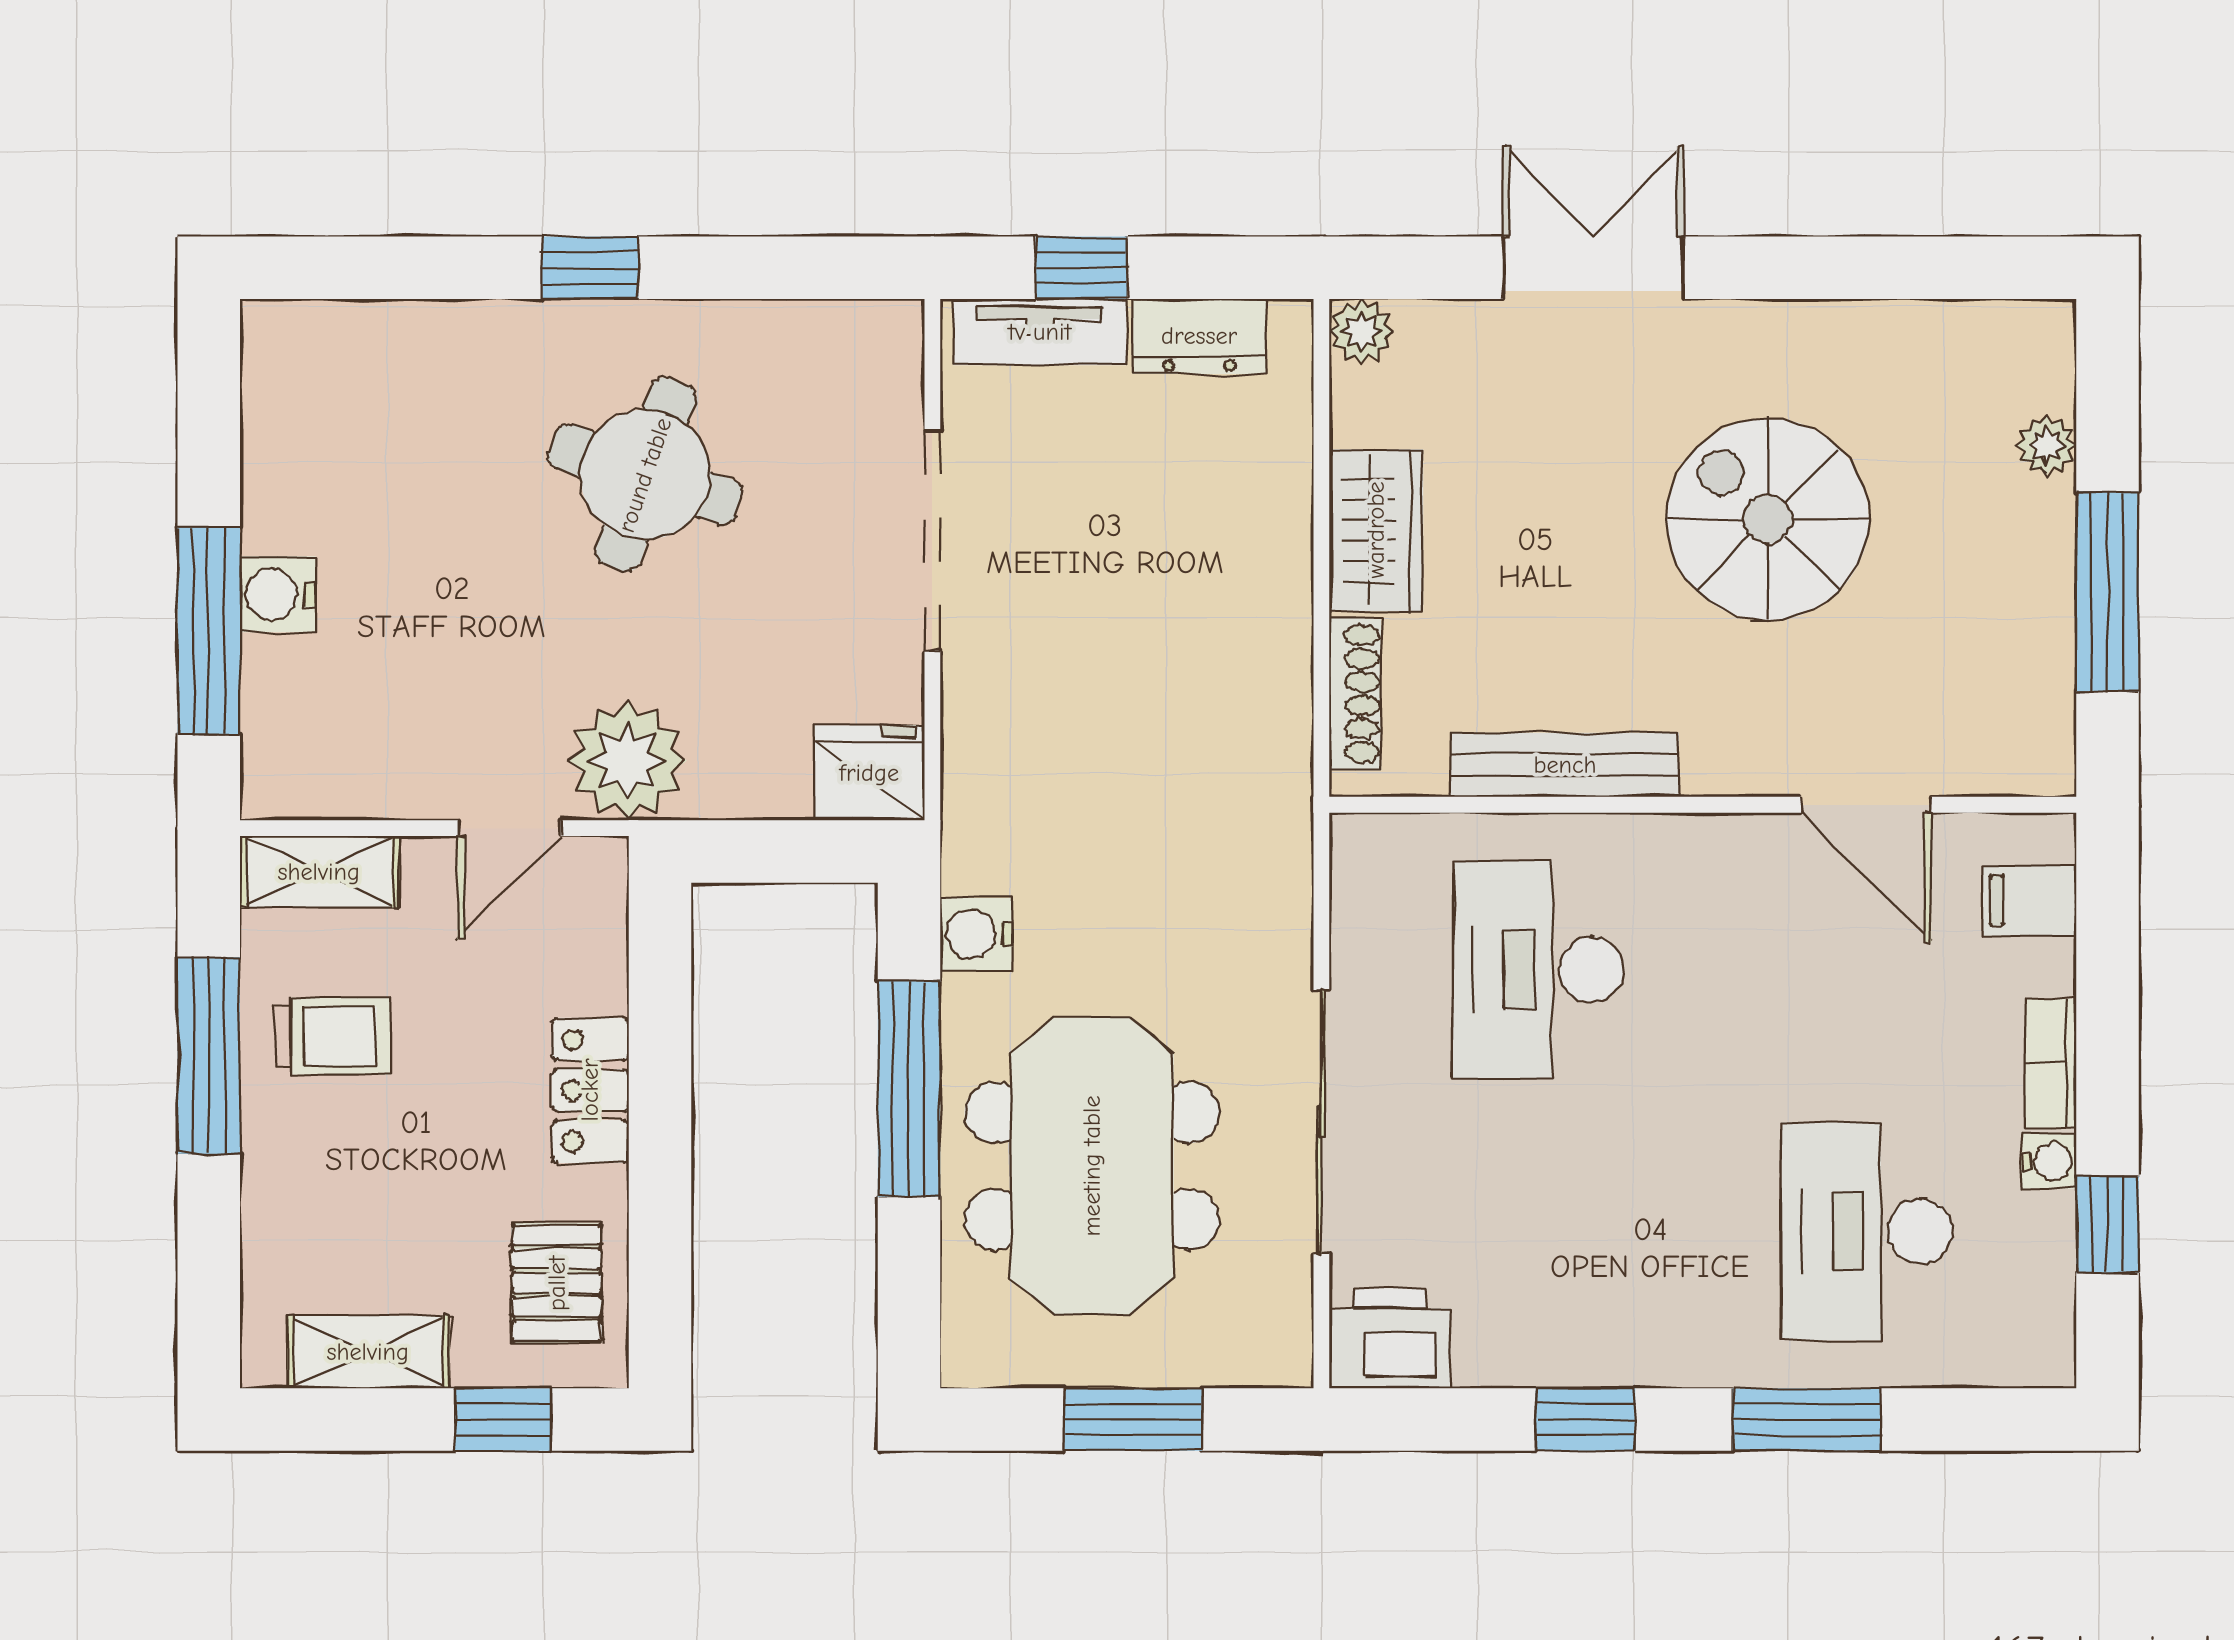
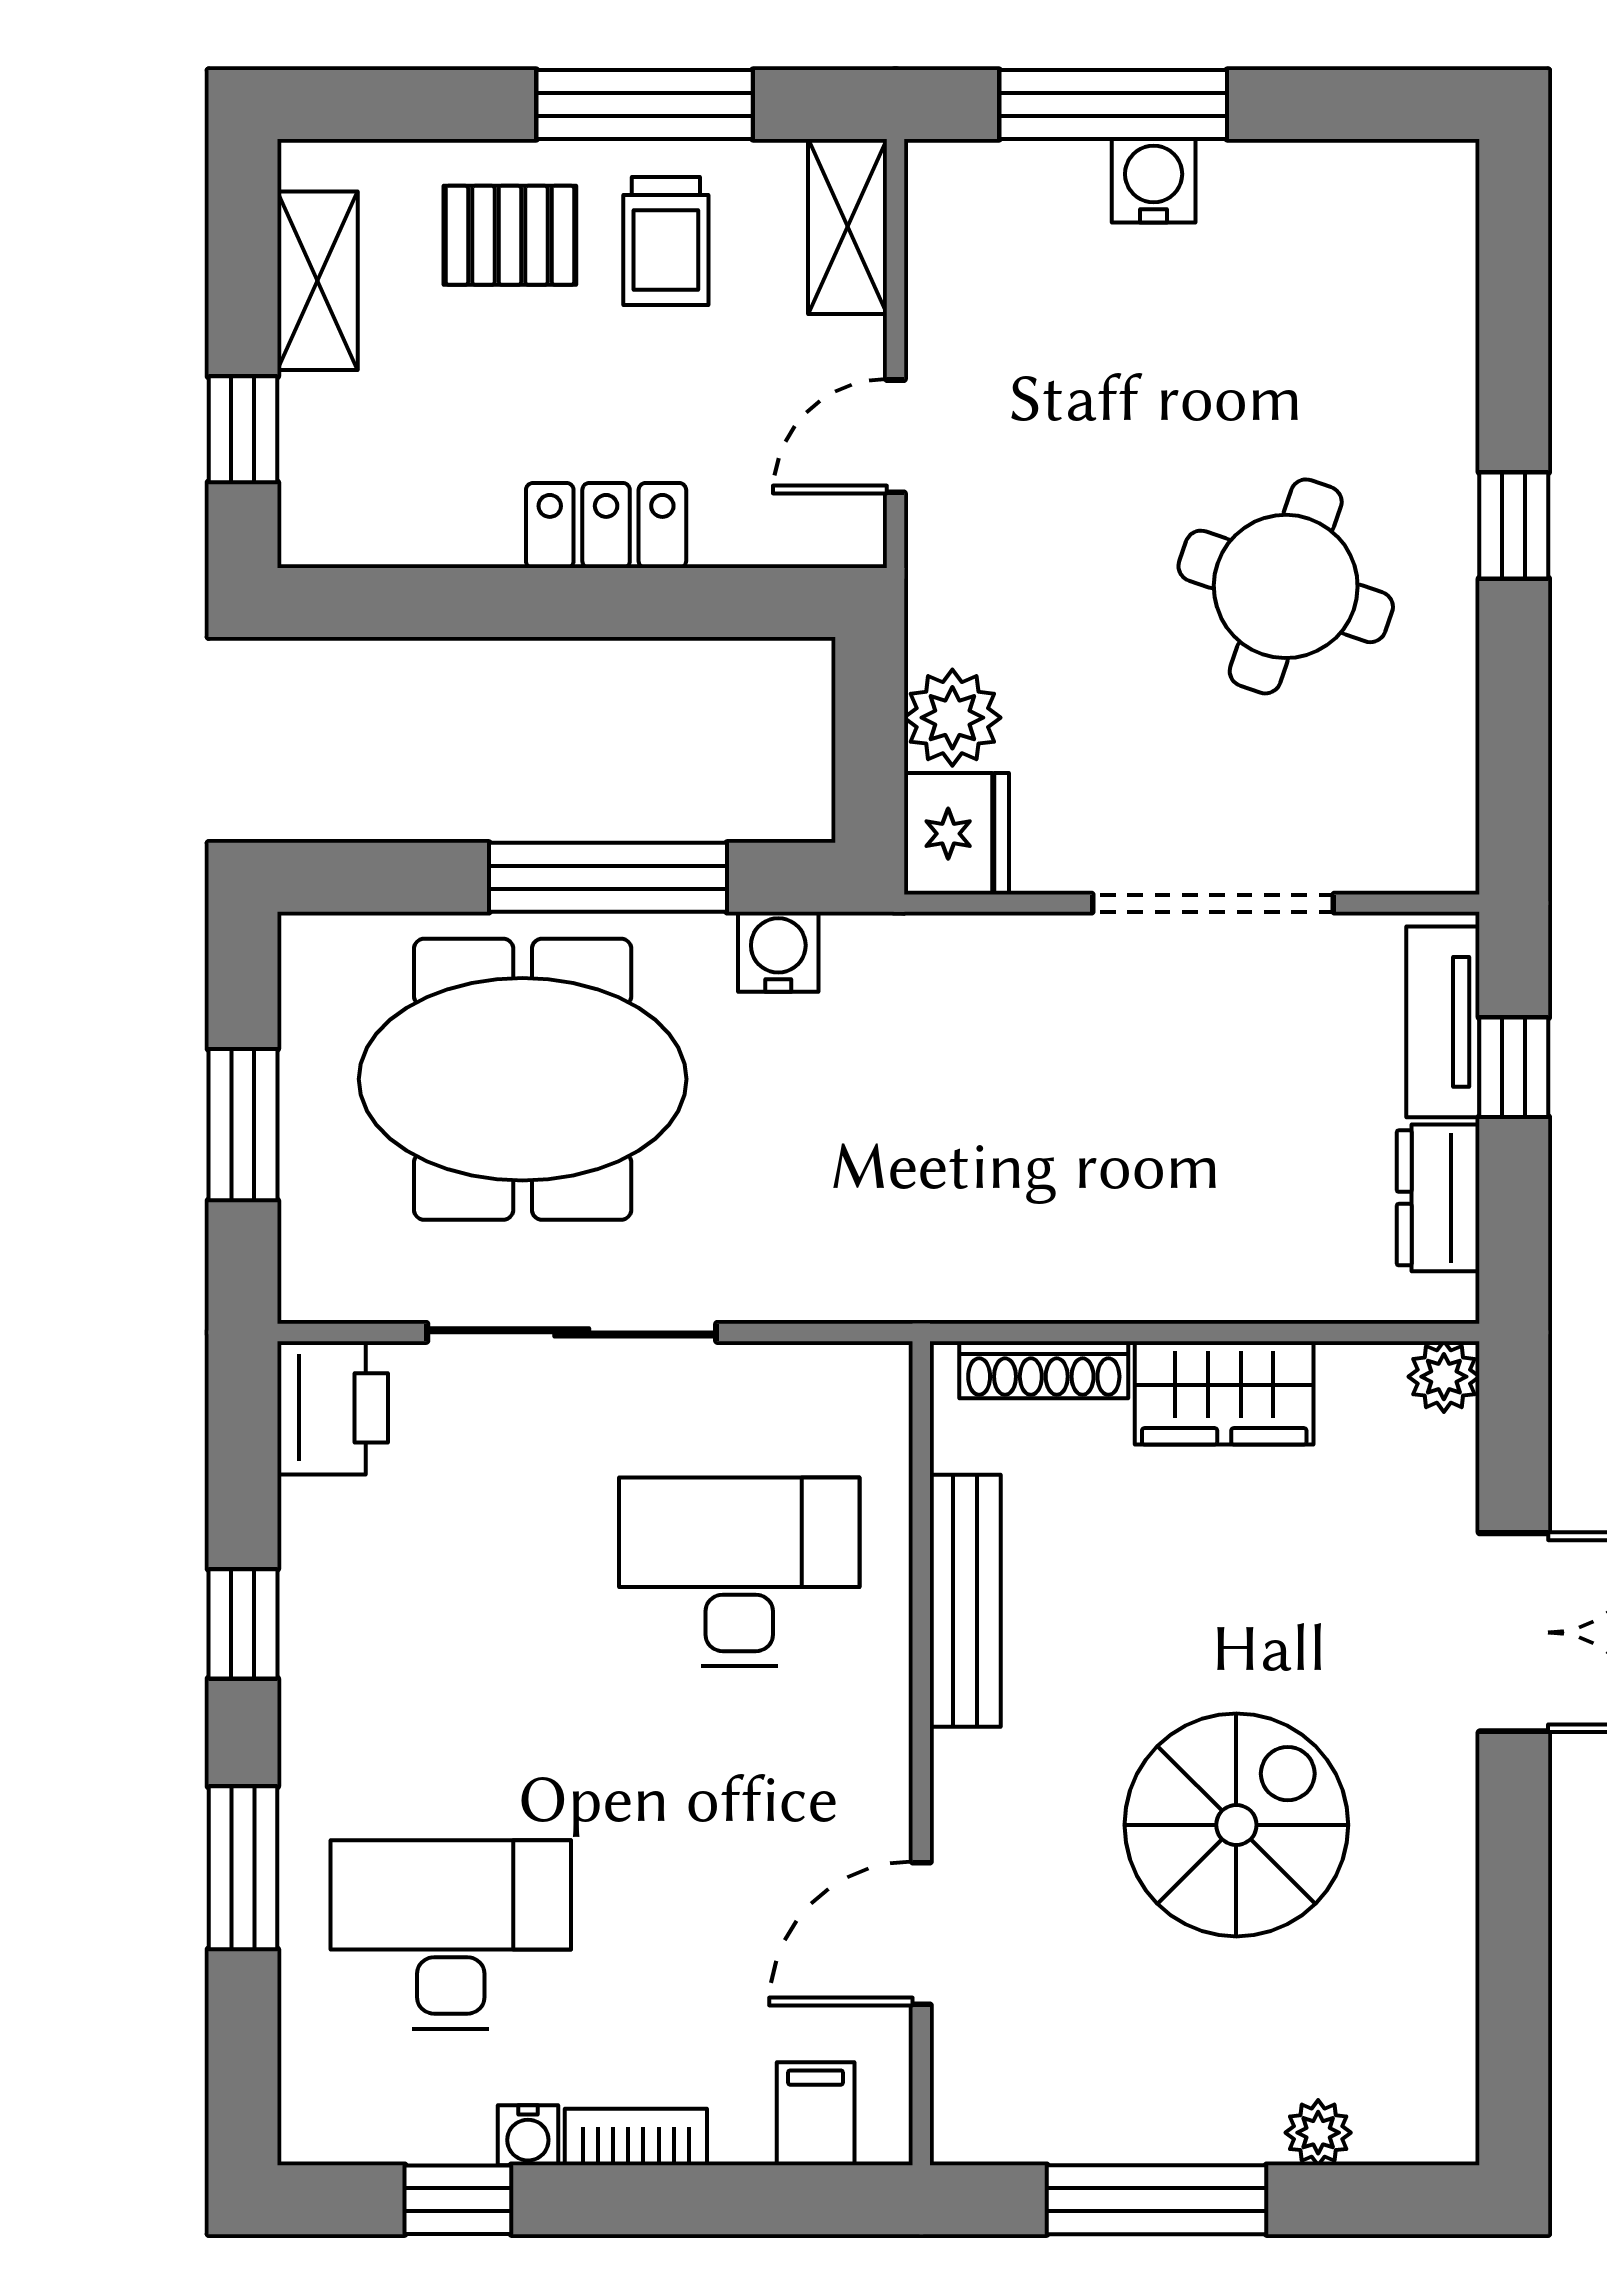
plant: (627, 761) -> (952, 718), moved, width x0.73, depth x0.73
door: (509, 828) -> (896, 436), hinge flipped
pallet: (557, 1283) -> (510, 235), moved

